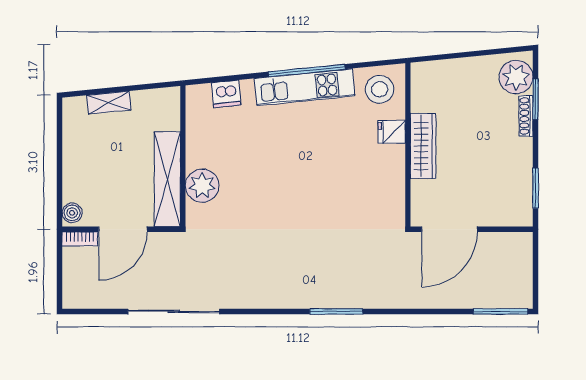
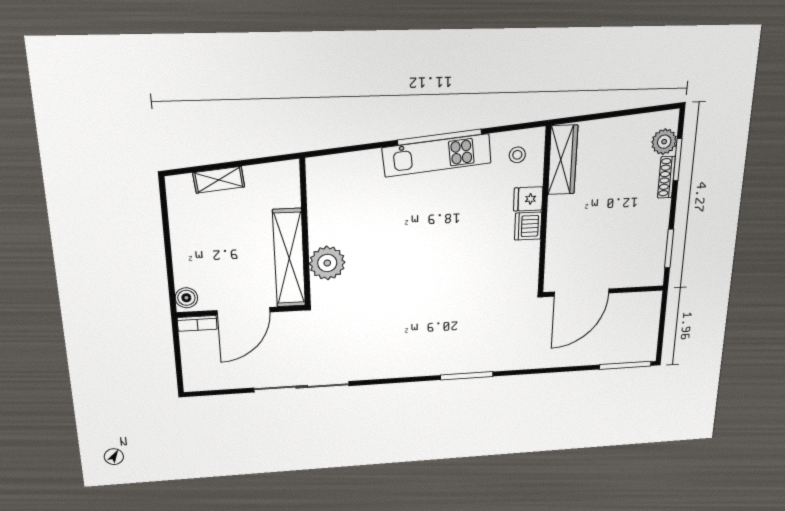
plant: (516, 77) -> (664, 142), width x0.73, depth x0.73
stool: (380, 89) -> (517, 155), width x0.53, depth x0.53
dishwasher: (226, 94) -> (528, 226), moved, turned 96
wardrobe: (423, 146) -> (563, 160), moved

